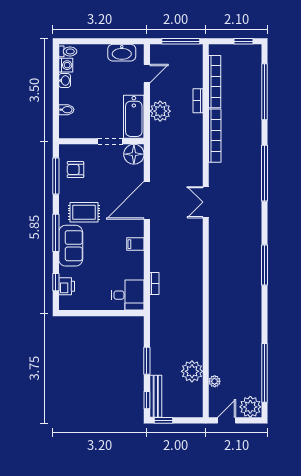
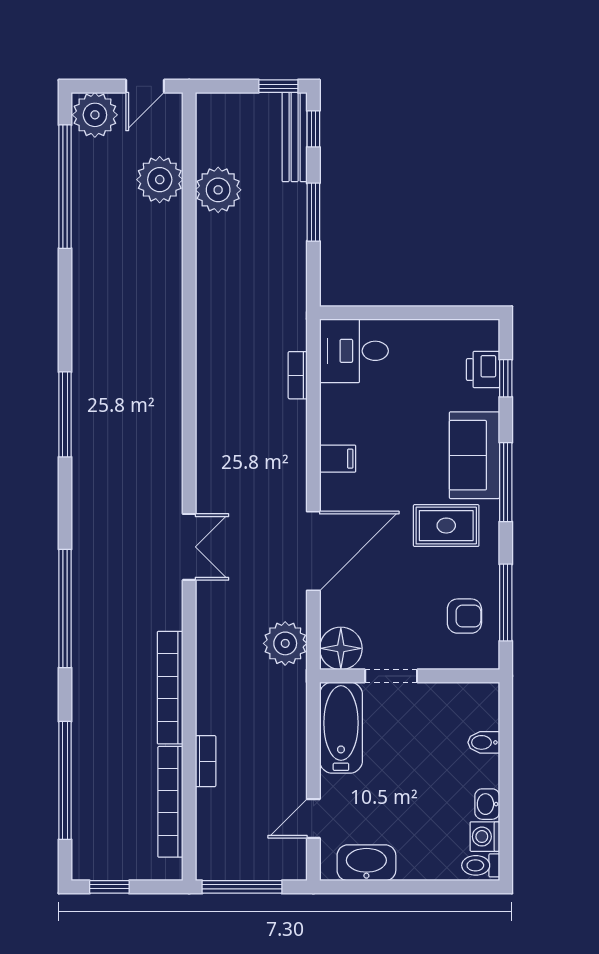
plant: (160, 111) -> (285, 643), moved
plant: (215, 381) -> (160, 180), width x1.88, depth x1.88

